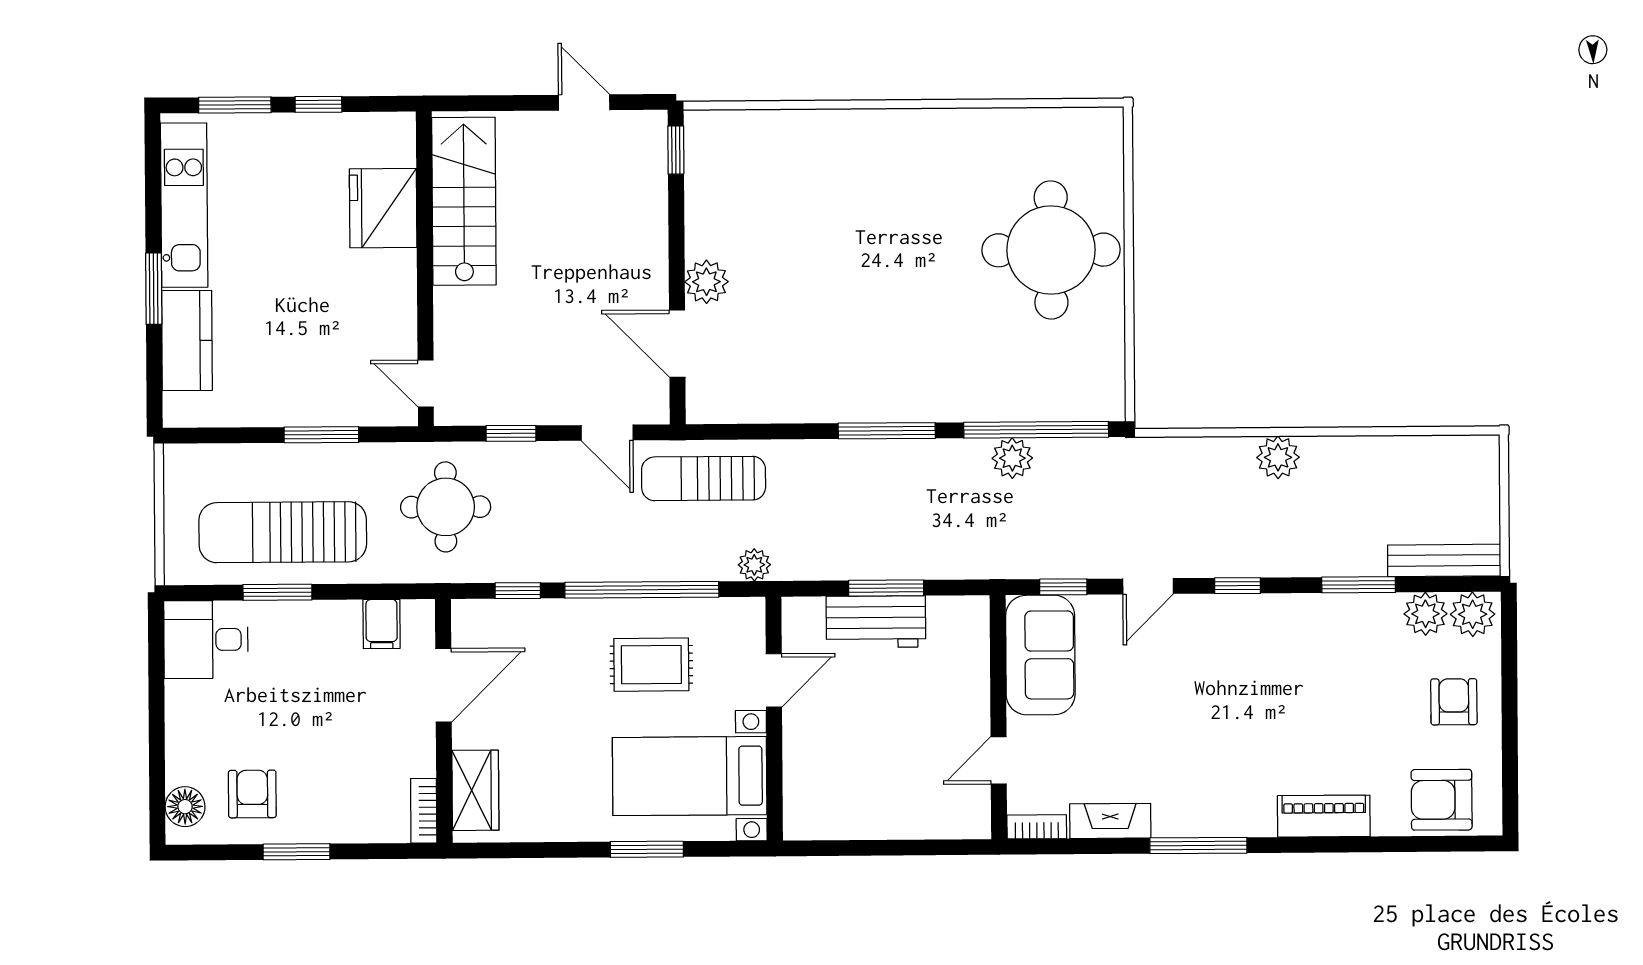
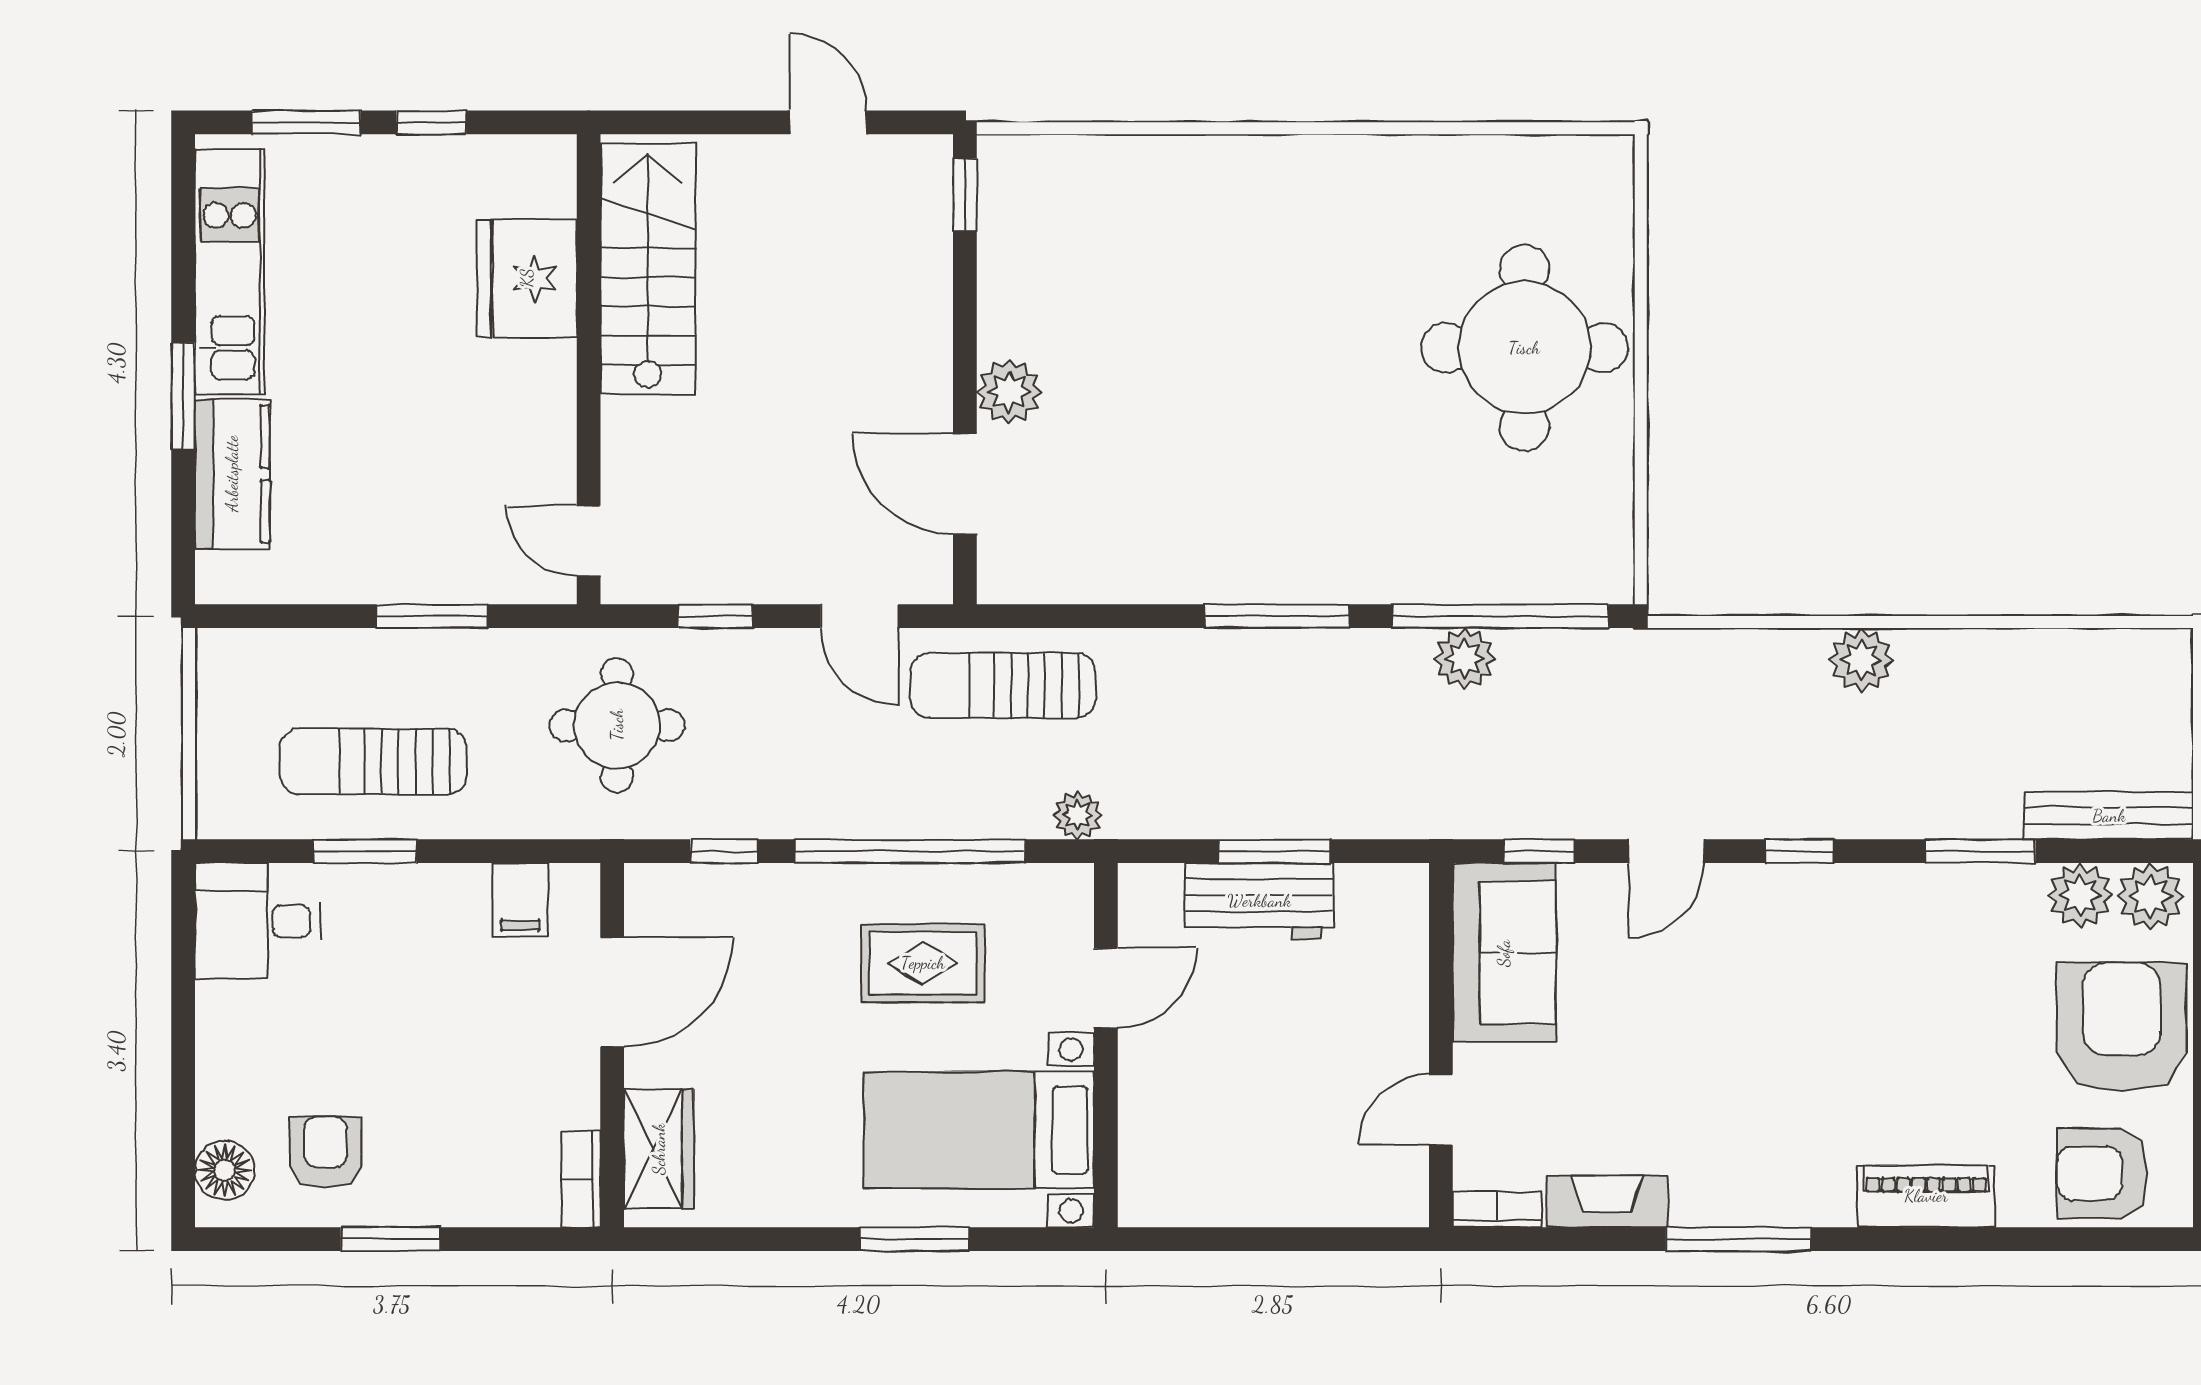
sun lounger: (283, 532) -> (373, 761), width x0.73, depth x0.75
armchair: (1454, 702) -> (2122, 1027), width x1.88, depth x1.88

